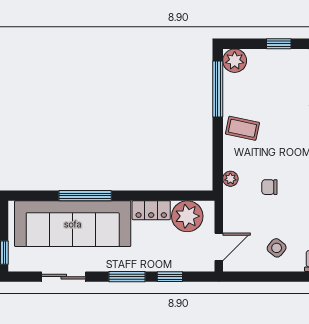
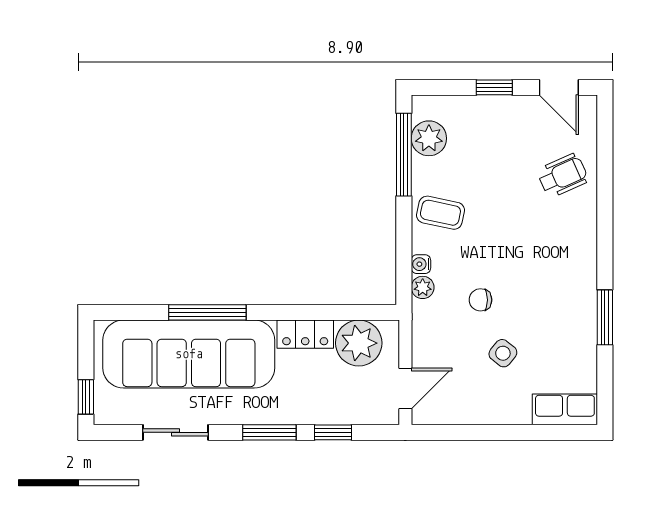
plant: (235, 61) -> (429, 138), moved
water cooler: (229, 163) -> (421, 264), added
side table: (277, 248) -> (503, 353), moved

